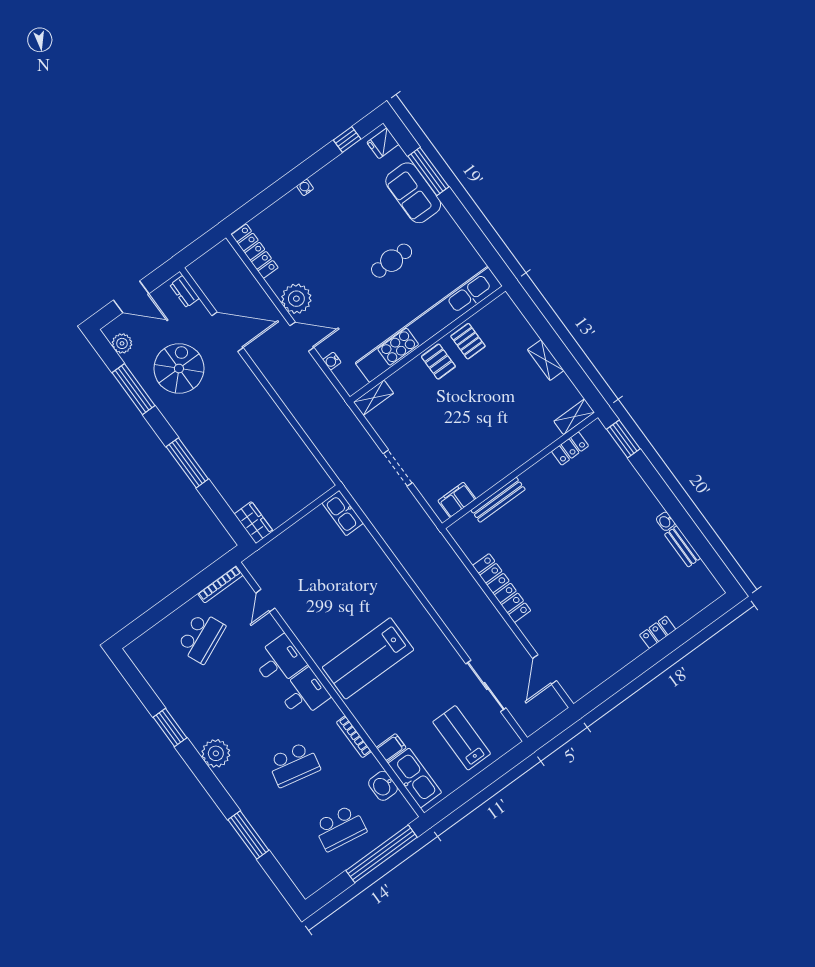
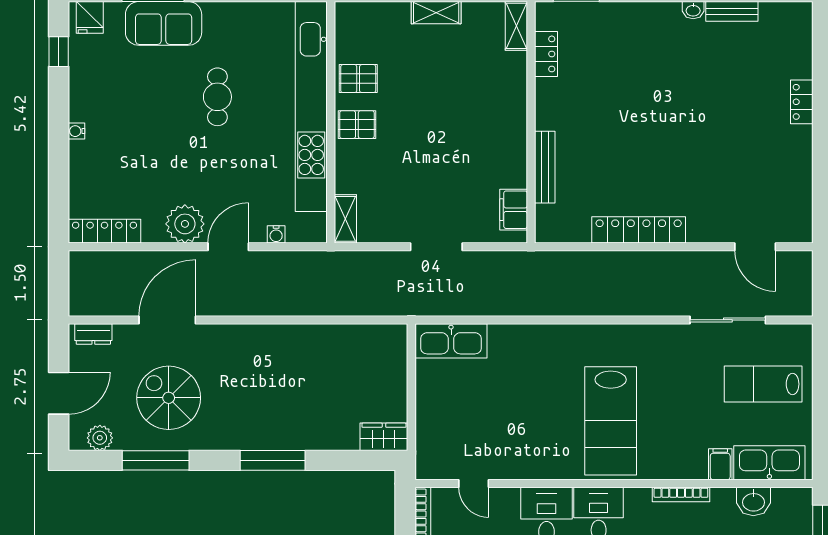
kitchen sink: (343, 513) -> (451, 341), width x1.36, depth x1.24

